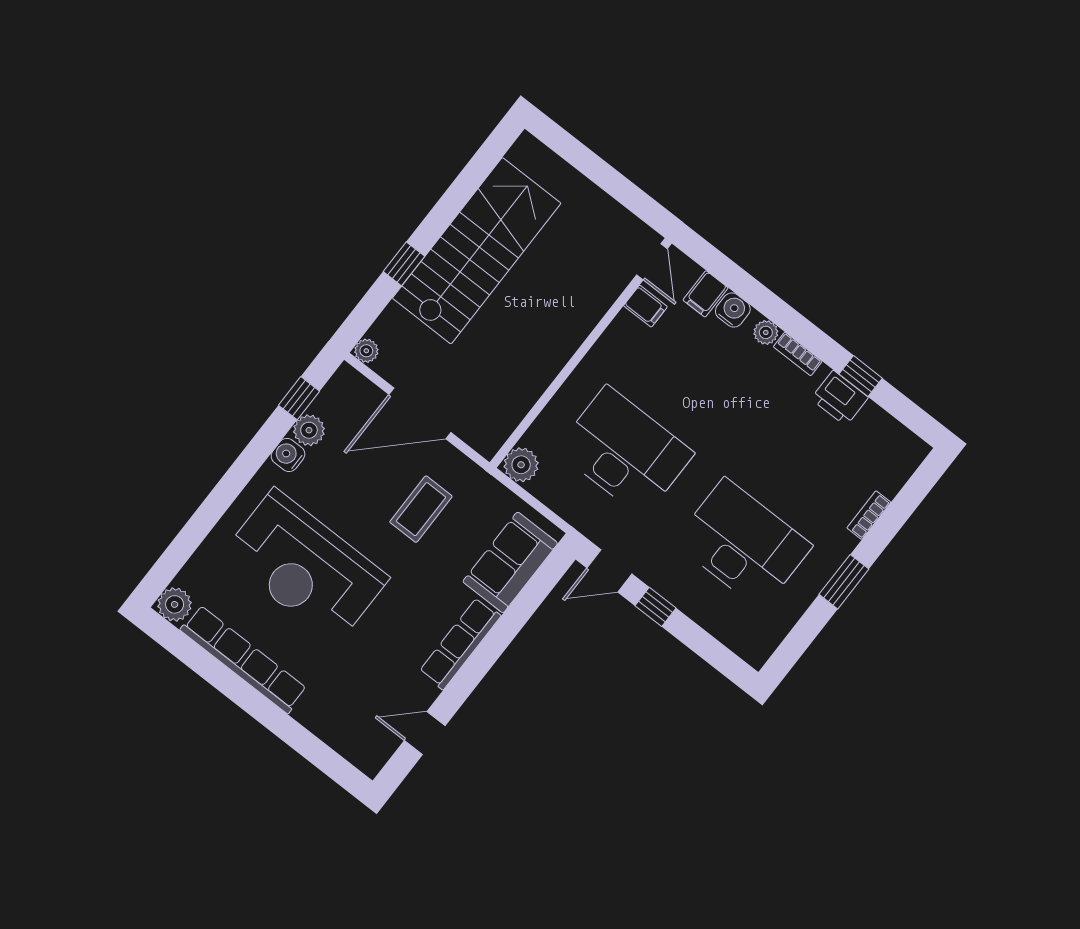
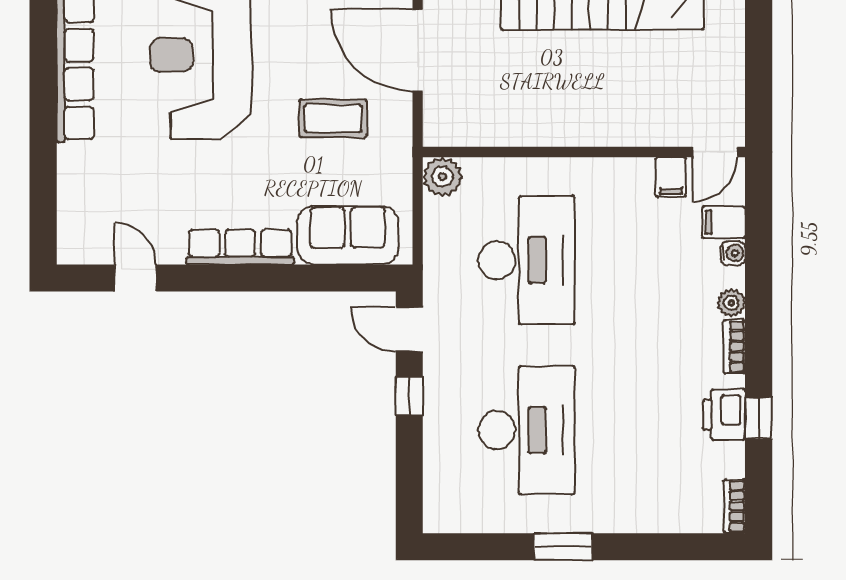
water cooler: (733, 310) -> (733, 253), width x0.72, depth x0.72
bookcase: (869, 515) -> (734, 506), moved, turned -90

